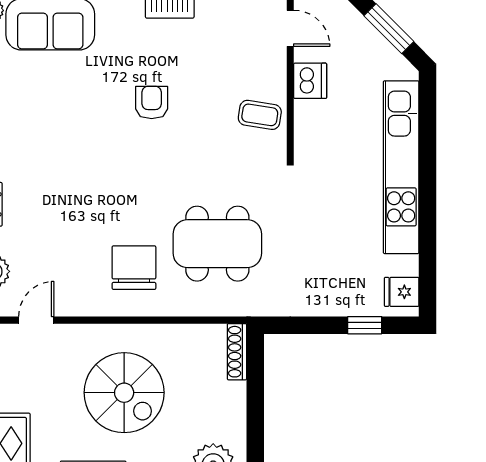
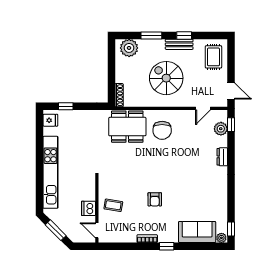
coffee table: (260, 115) -> (113, 205), moved
dining table: (217, 244) -> (127, 127), moved

